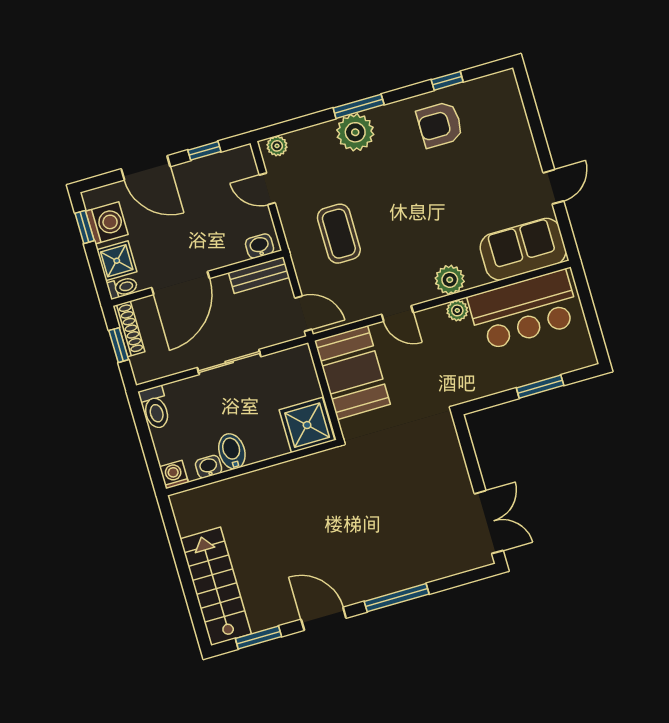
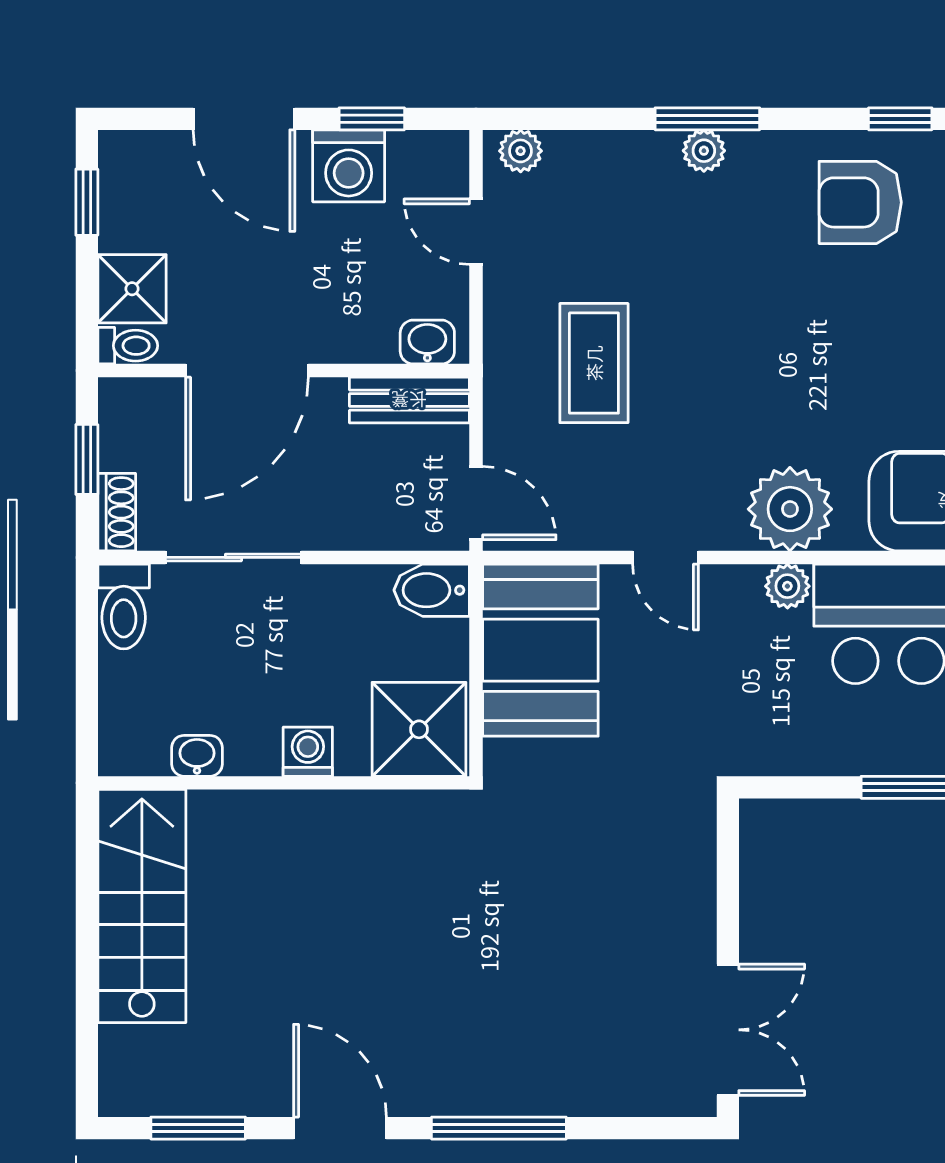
plant: (355, 132) -> (704, 151), width x0.53, depth x0.53
washing machine: (107, 223) -> (349, 166), moved, turned 90
plant: (450, 280) -> (790, 509), width x1.36, depth x1.36
shoe rack: (129, 329) -> (117, 512), moved, width x0.70
sliding door: (229, 362) -> (233, 557), moved
bidet: (232, 451) -> (432, 590), moved, turned -90
washing machine: (174, 475) -> (308, 752), moved
stairs: (216, 586) -> (142, 906), moved

